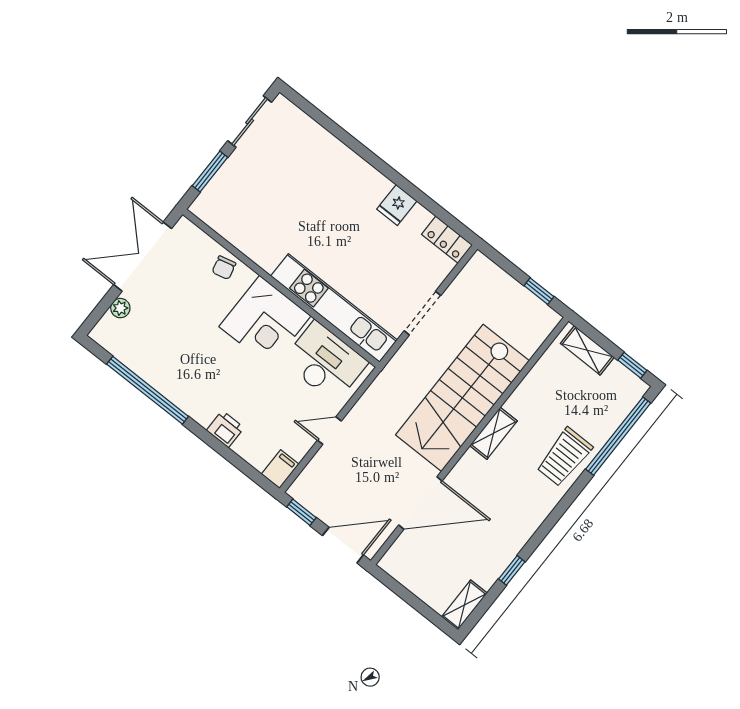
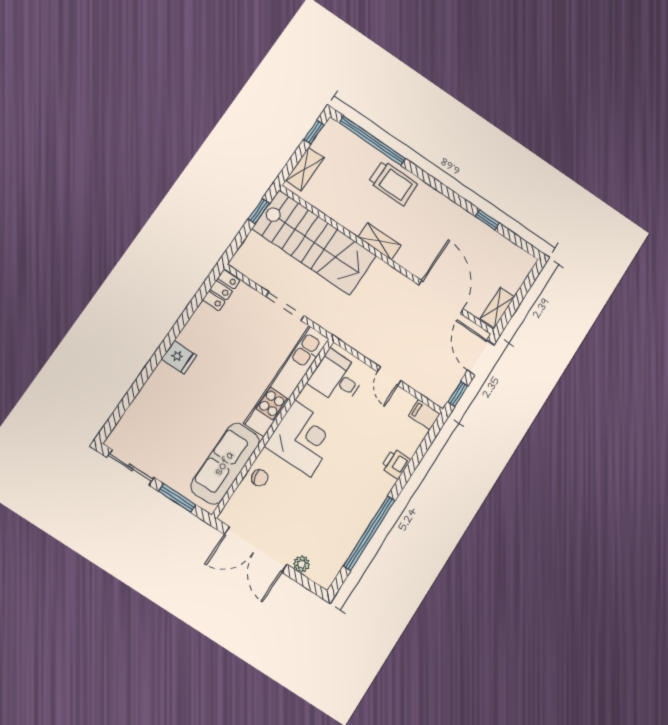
fridge: (397, 205) -> (179, 357), moved
sofa: (244, 229) -> (225, 464), added
desk: (325, 362) -> (337, 378), width x0.73
stairs: (462, 398) -> (314, 242), moved
shelving: (464, 605) -> (498, 308), moved, turned 90

